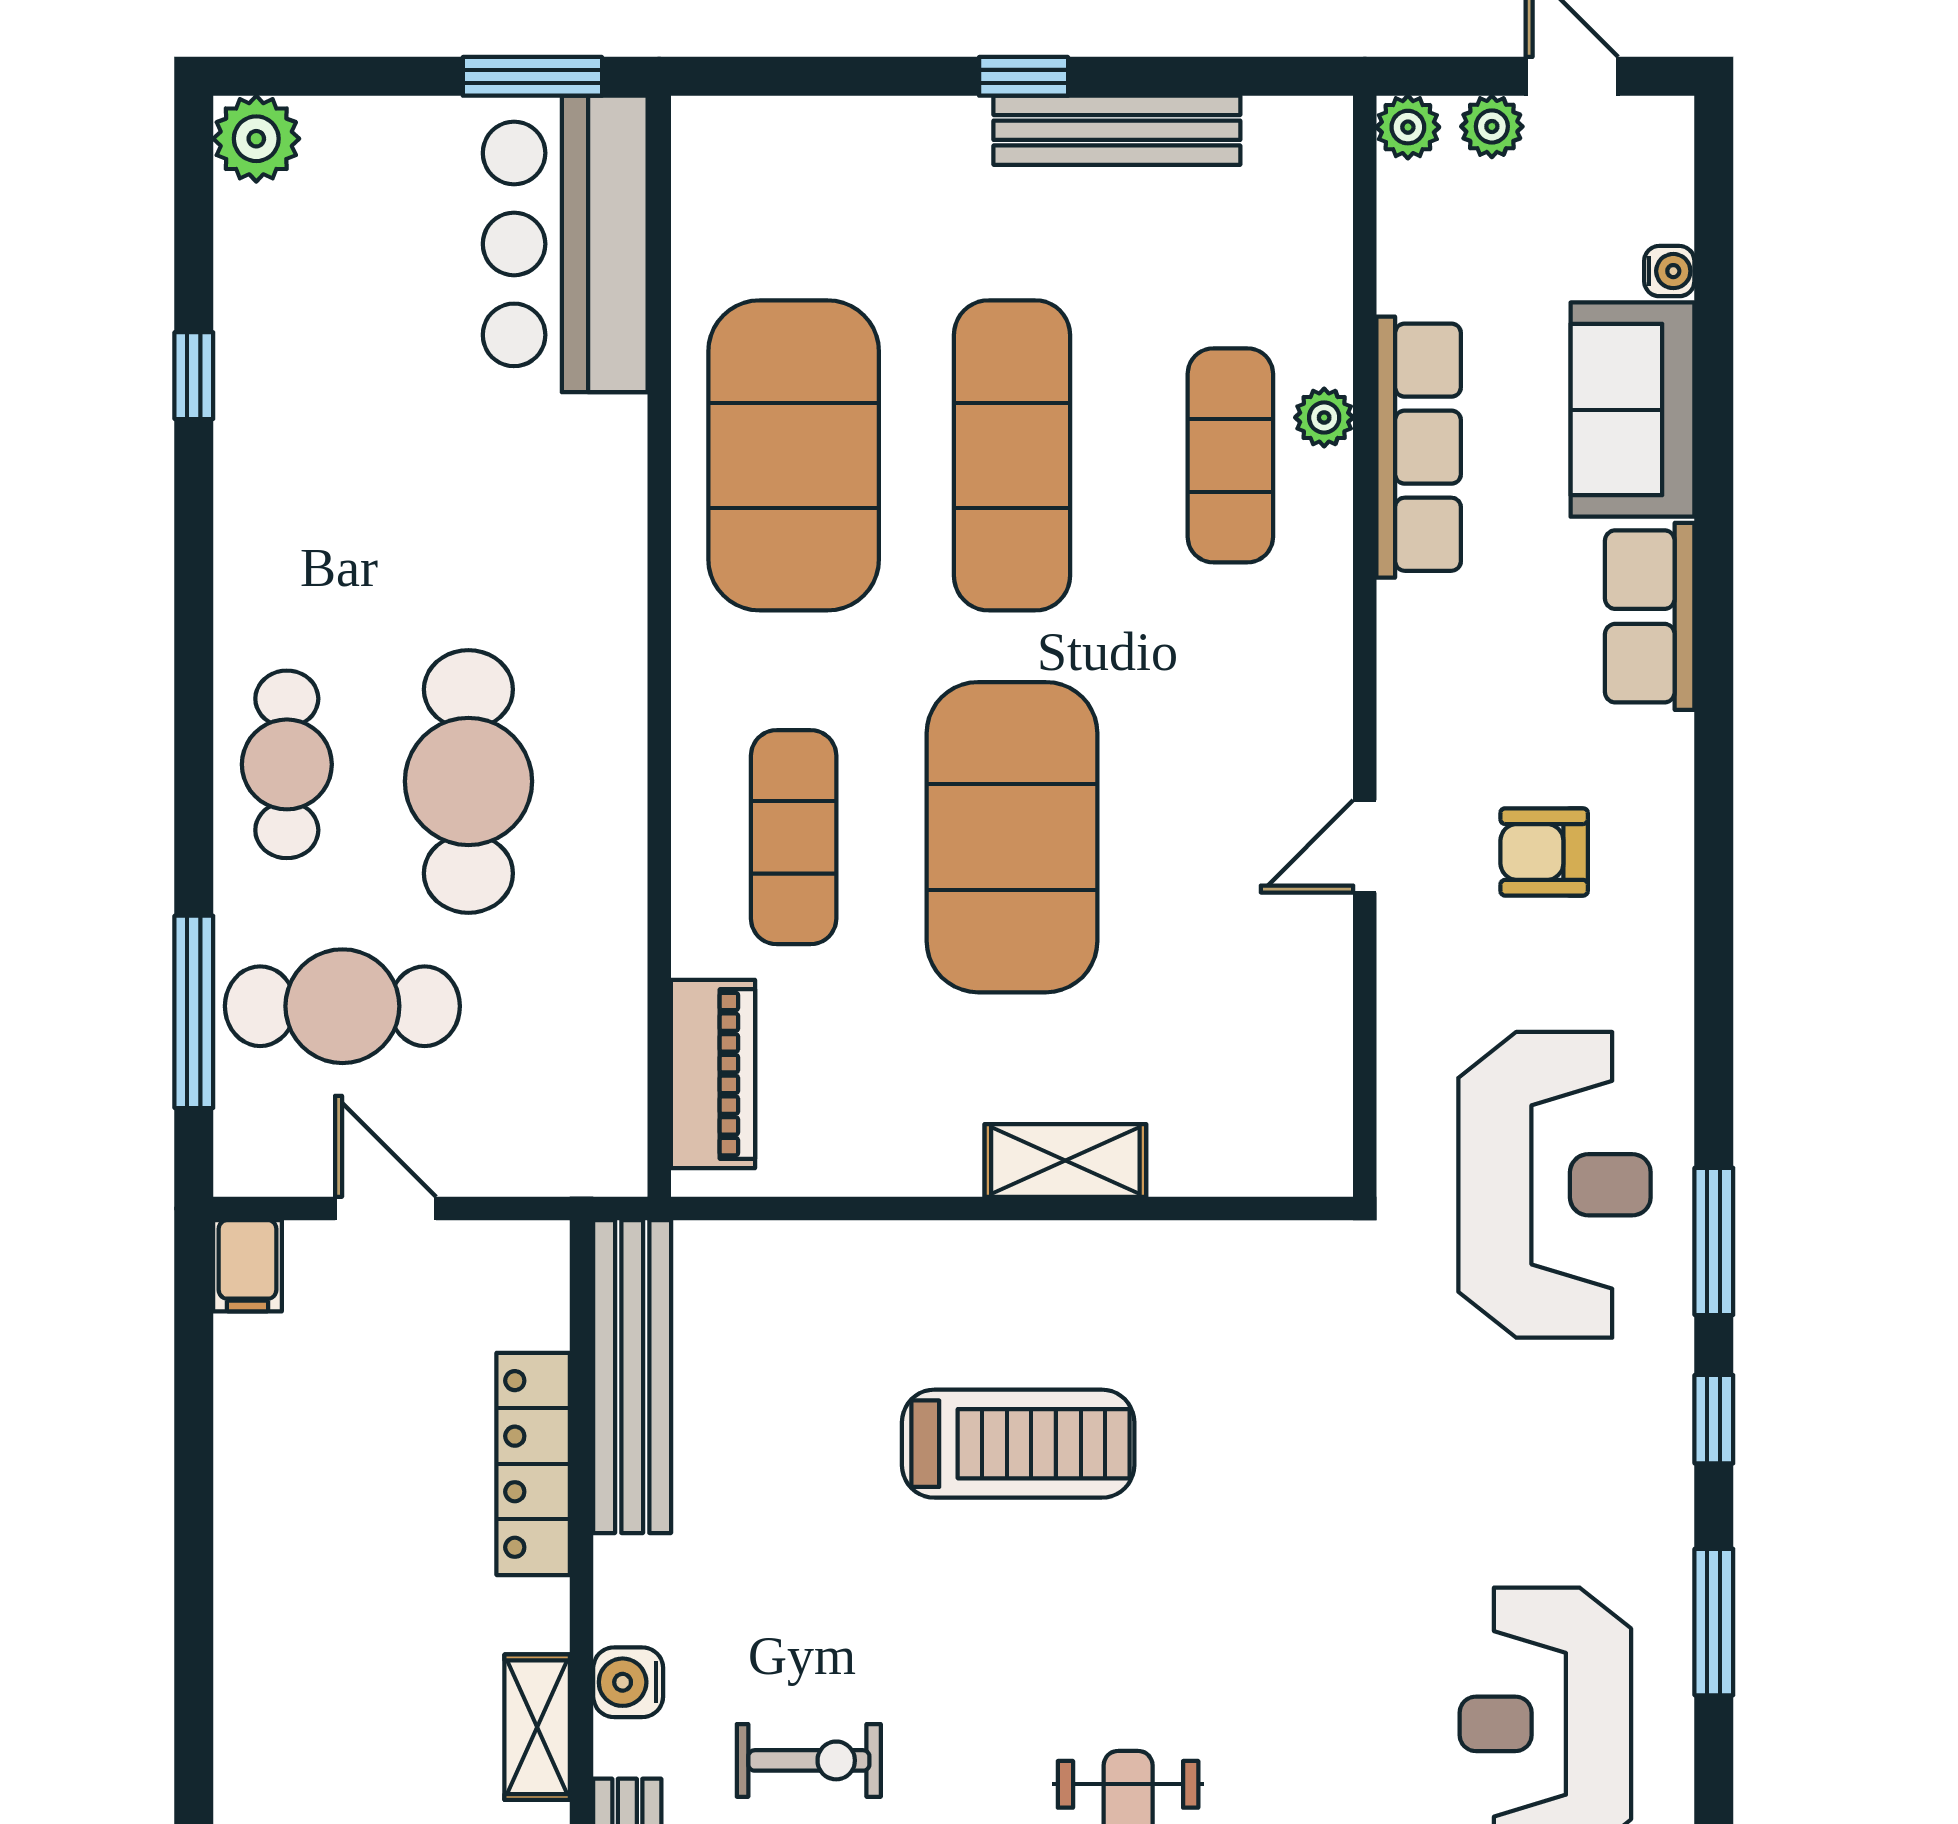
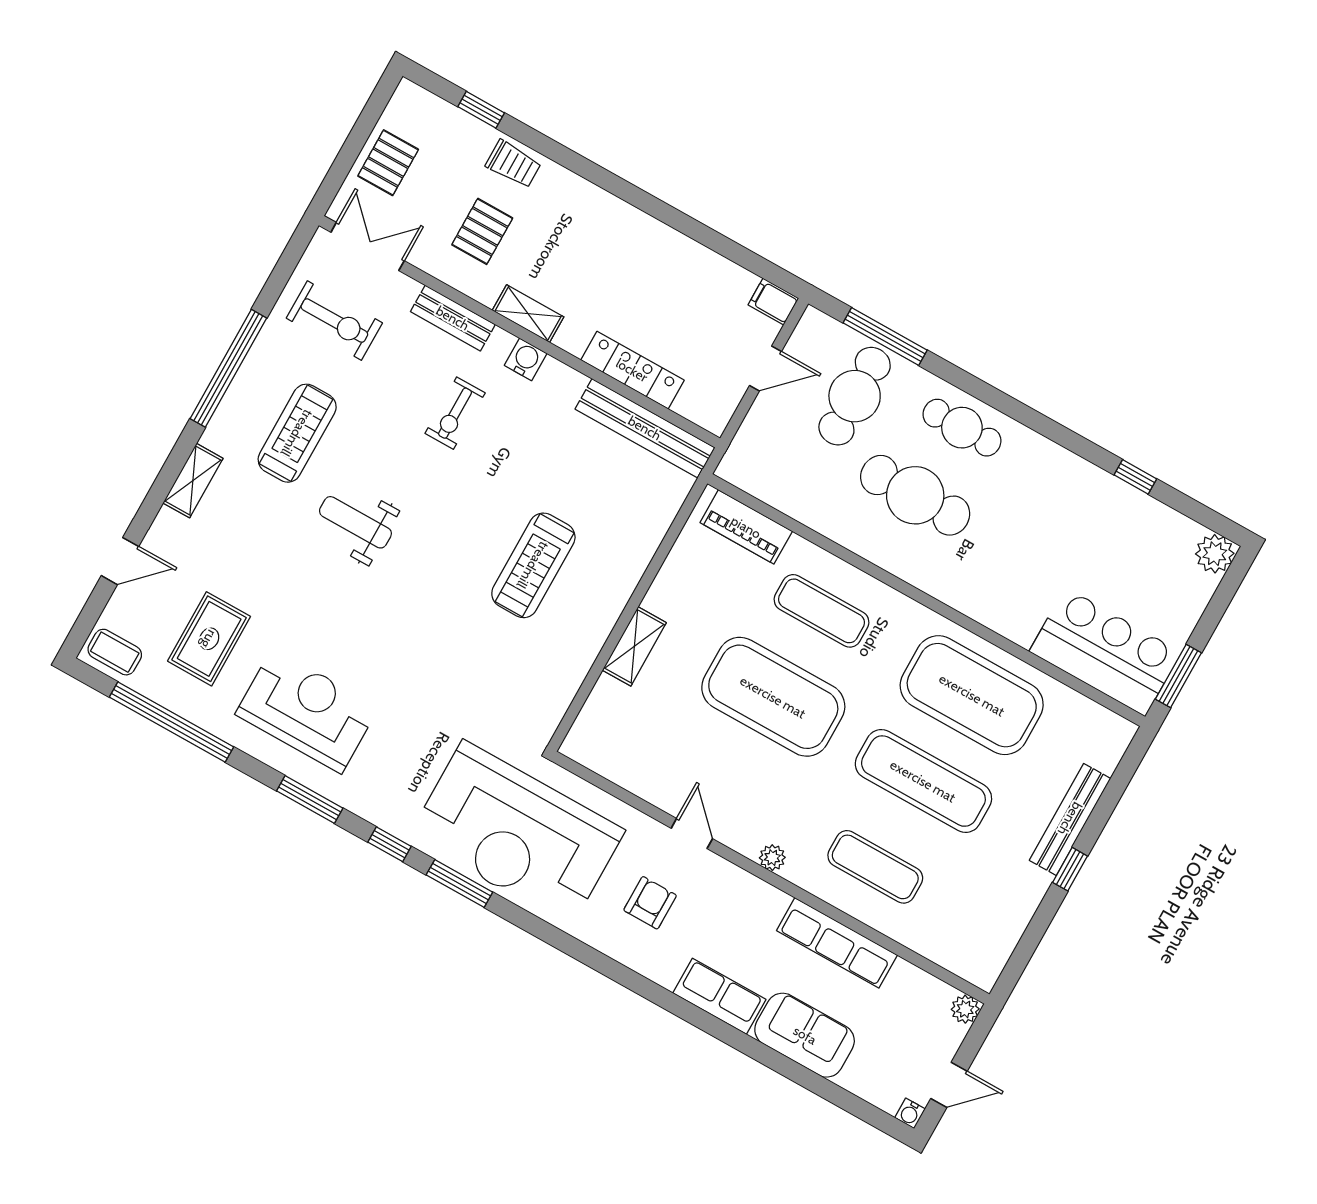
plant: (1492, 126) -> (947, 1042), removed
bench: (1117, 130) -> (1070, 819), moved
water cooler: (1669, 271) -> (910, 1113), moved
plant: (1324, 417) -> (772, 858), moved
reception desk: (1555, 1185) -> (517, 833), width x1.36, depth x1.30

